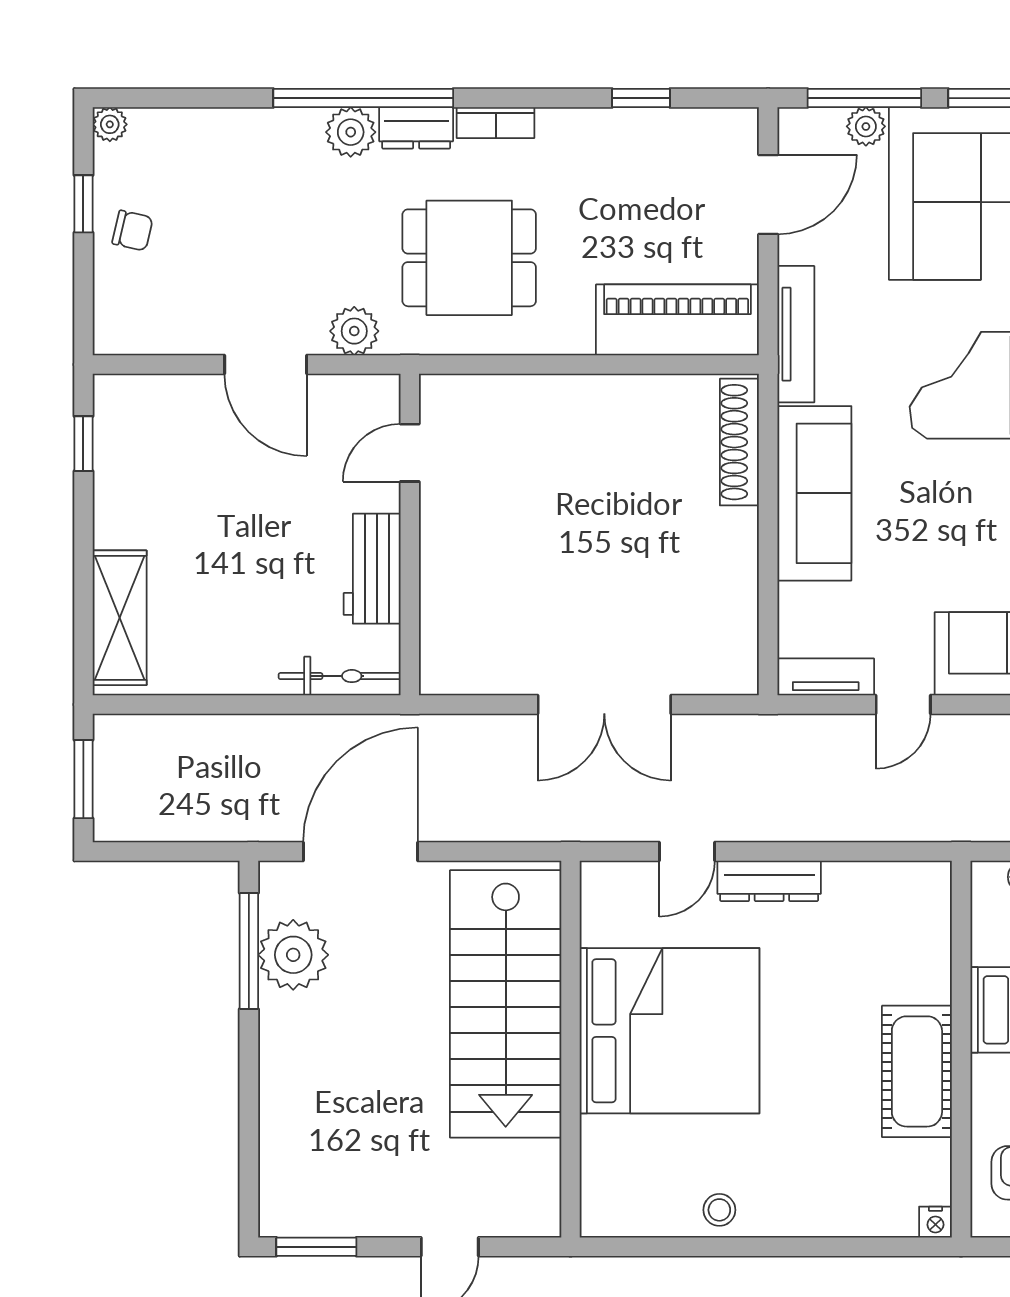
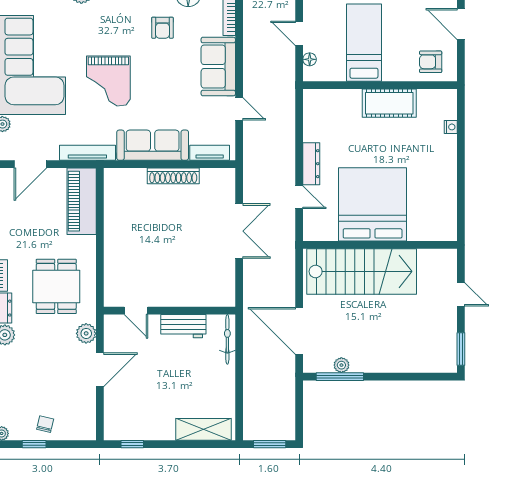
door: (768, 195) -> (30, 164), swing flipped
shoe rack: (739, 442) -> (173, 176), moved
tv unit: (826, 677) -> (210, 153), moved, turned 90
plant: (293, 955) -> (341, 365), width x0.53, depth x0.53
stool: (719, 1210) -> (446, 184), removed
nightstand: (935, 1222) -> (451, 127), moved

